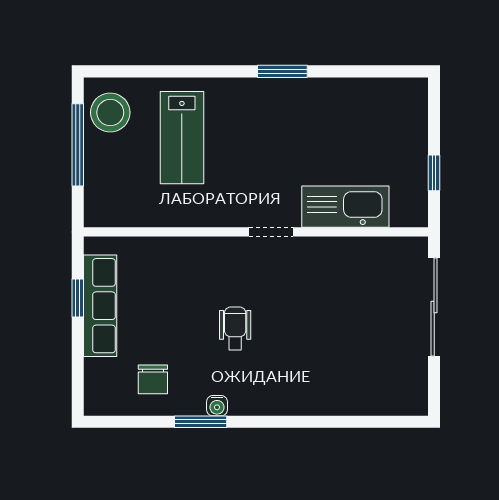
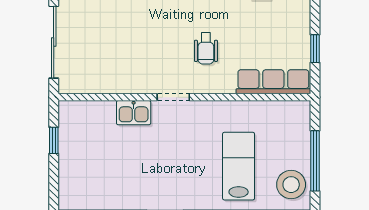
kitchen sink: (345, 207) -> (134, 113), width x0.53, depth x0.81
row of seats: (100, 306) -> (273, 82), moved, turned 90
wheelchair: (235, 328) -> (206, 48), moved

